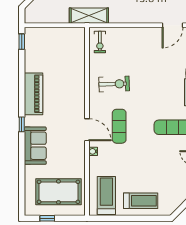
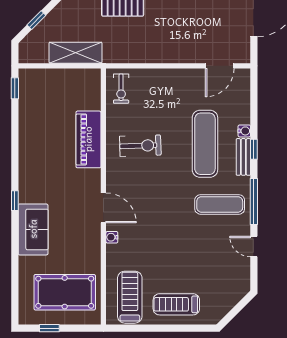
shelving: (89, 16) -> (75, 53), moved
piano: (33, 94) -> (88, 139), moved, turned 180
exercise mat: (119, 126) -> (205, 144), moved, width x1.36, depth x1.45
treadmill: (141, 201) -> (176, 304), turned 180

